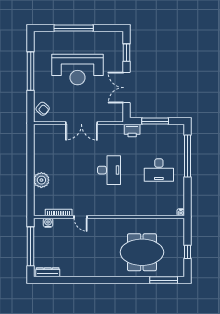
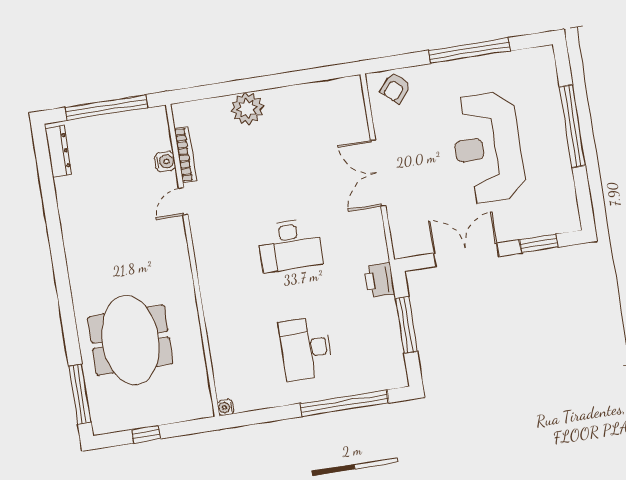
water cooler: (48, 223) -> (165, 162), moved

